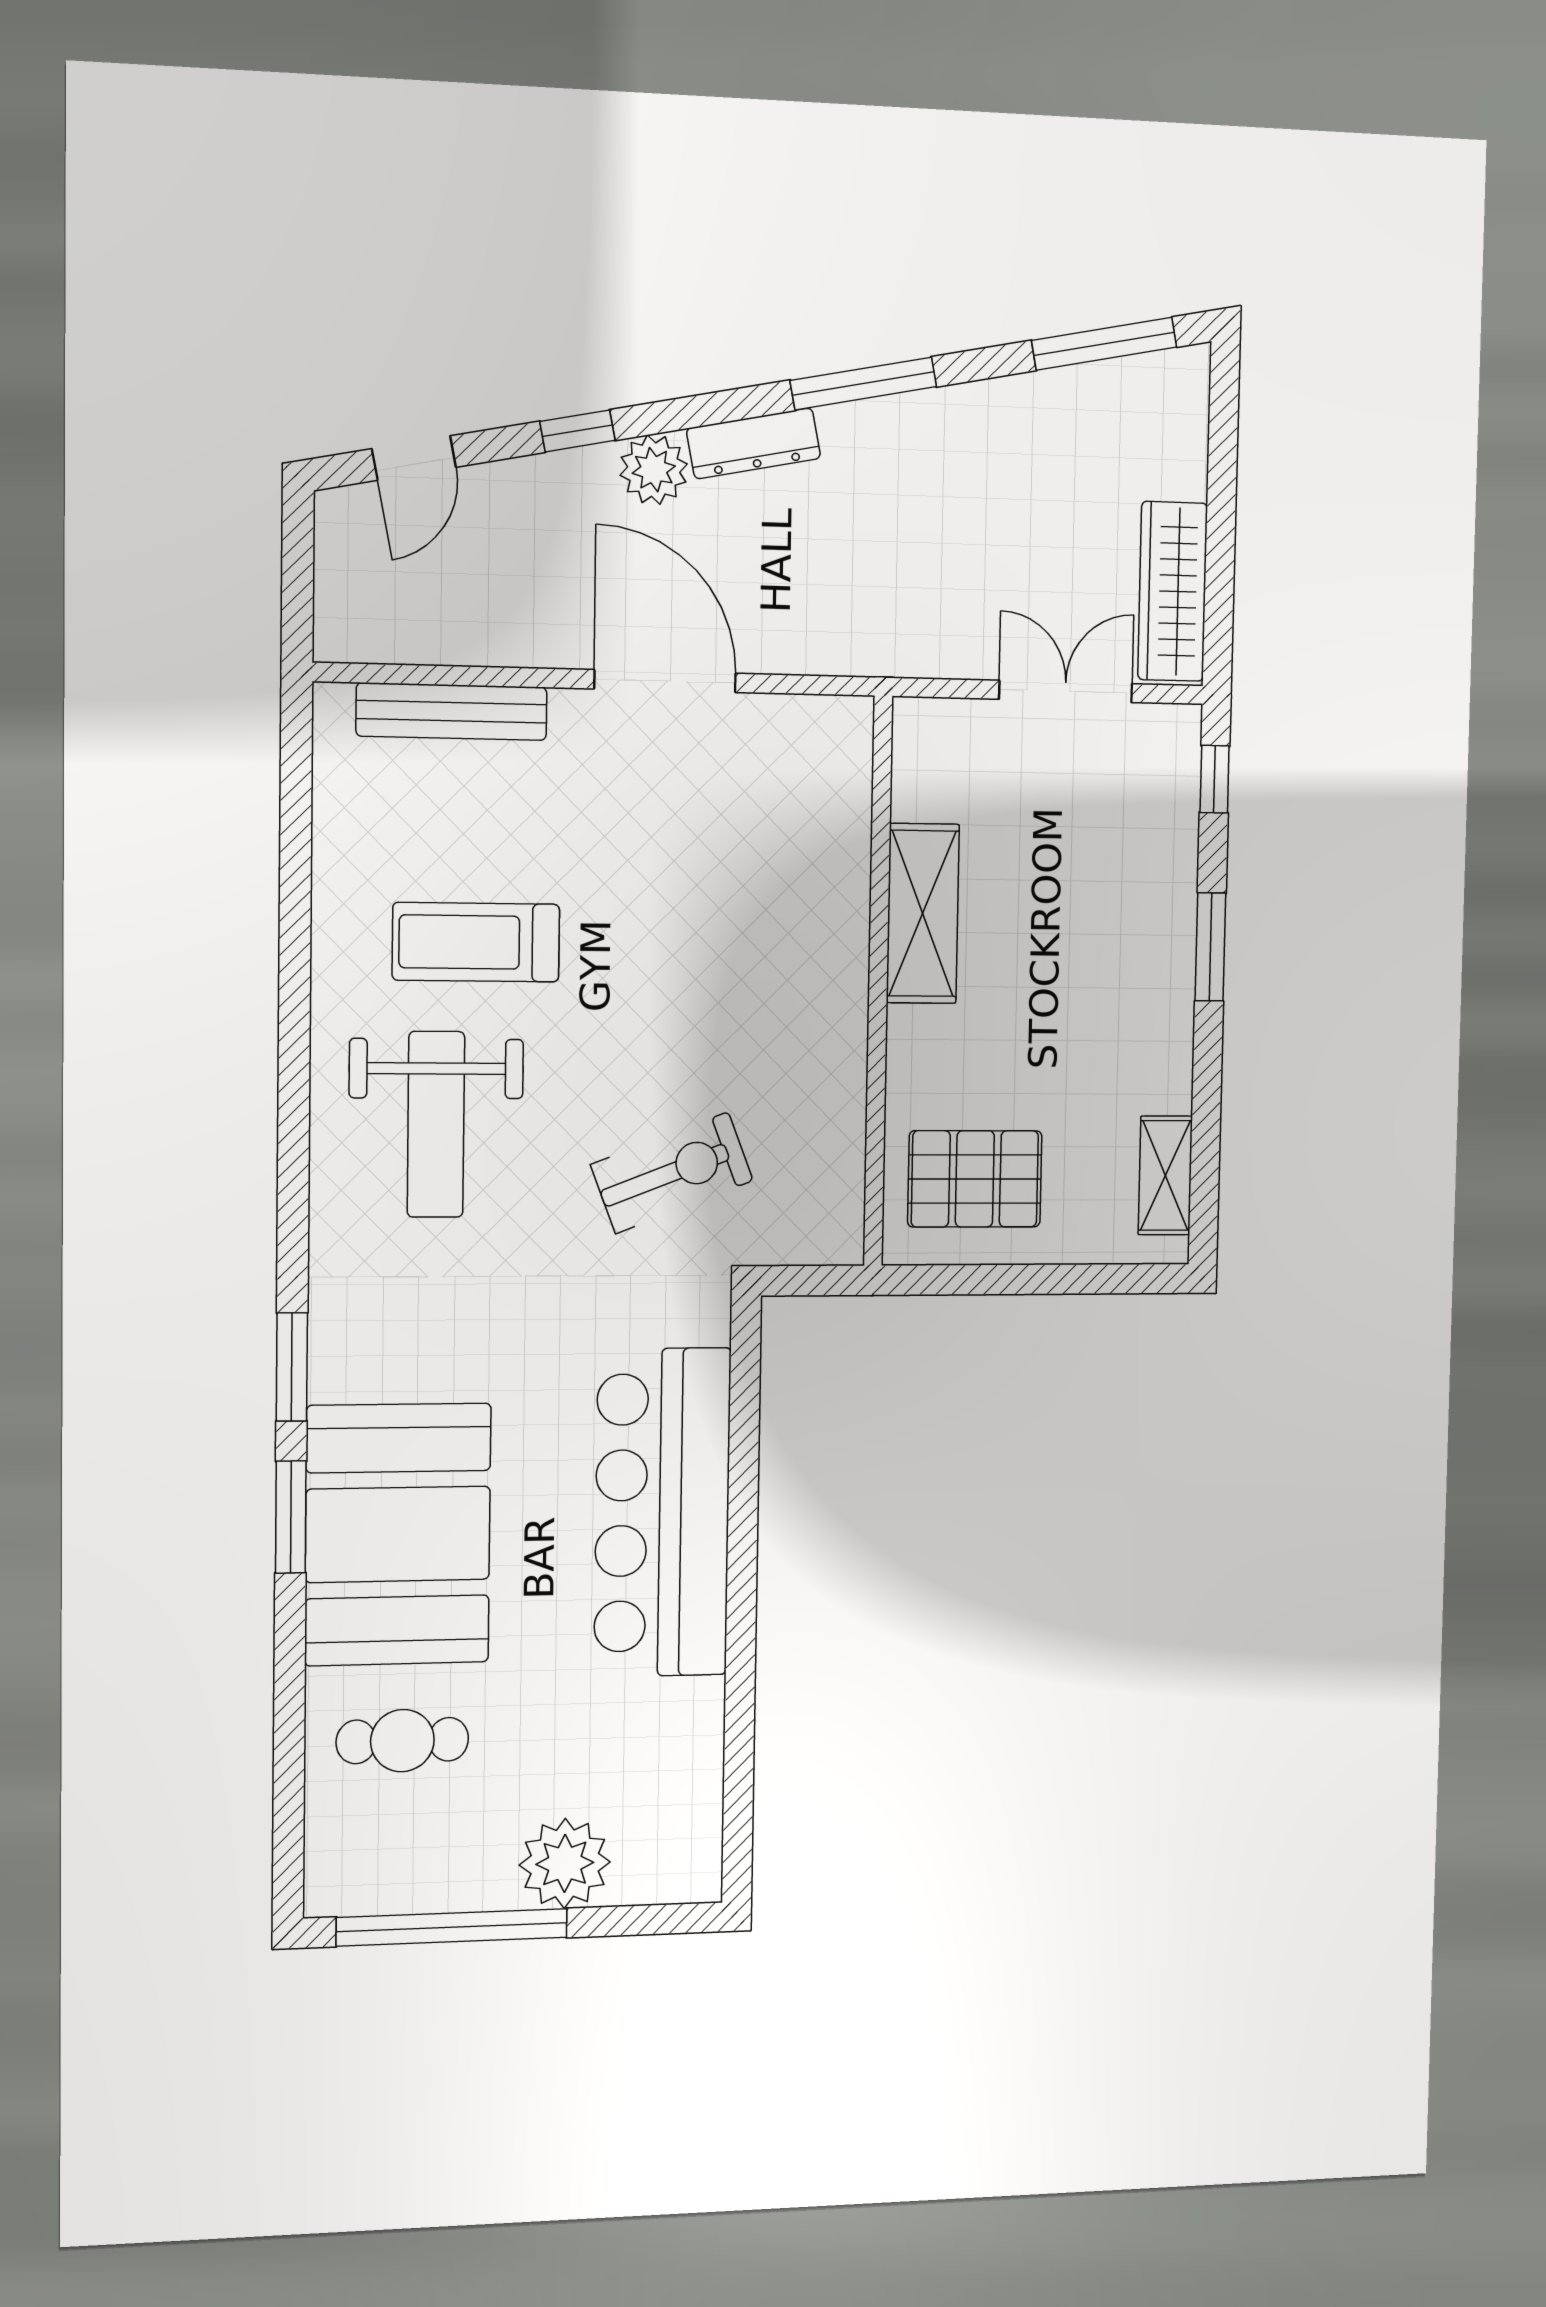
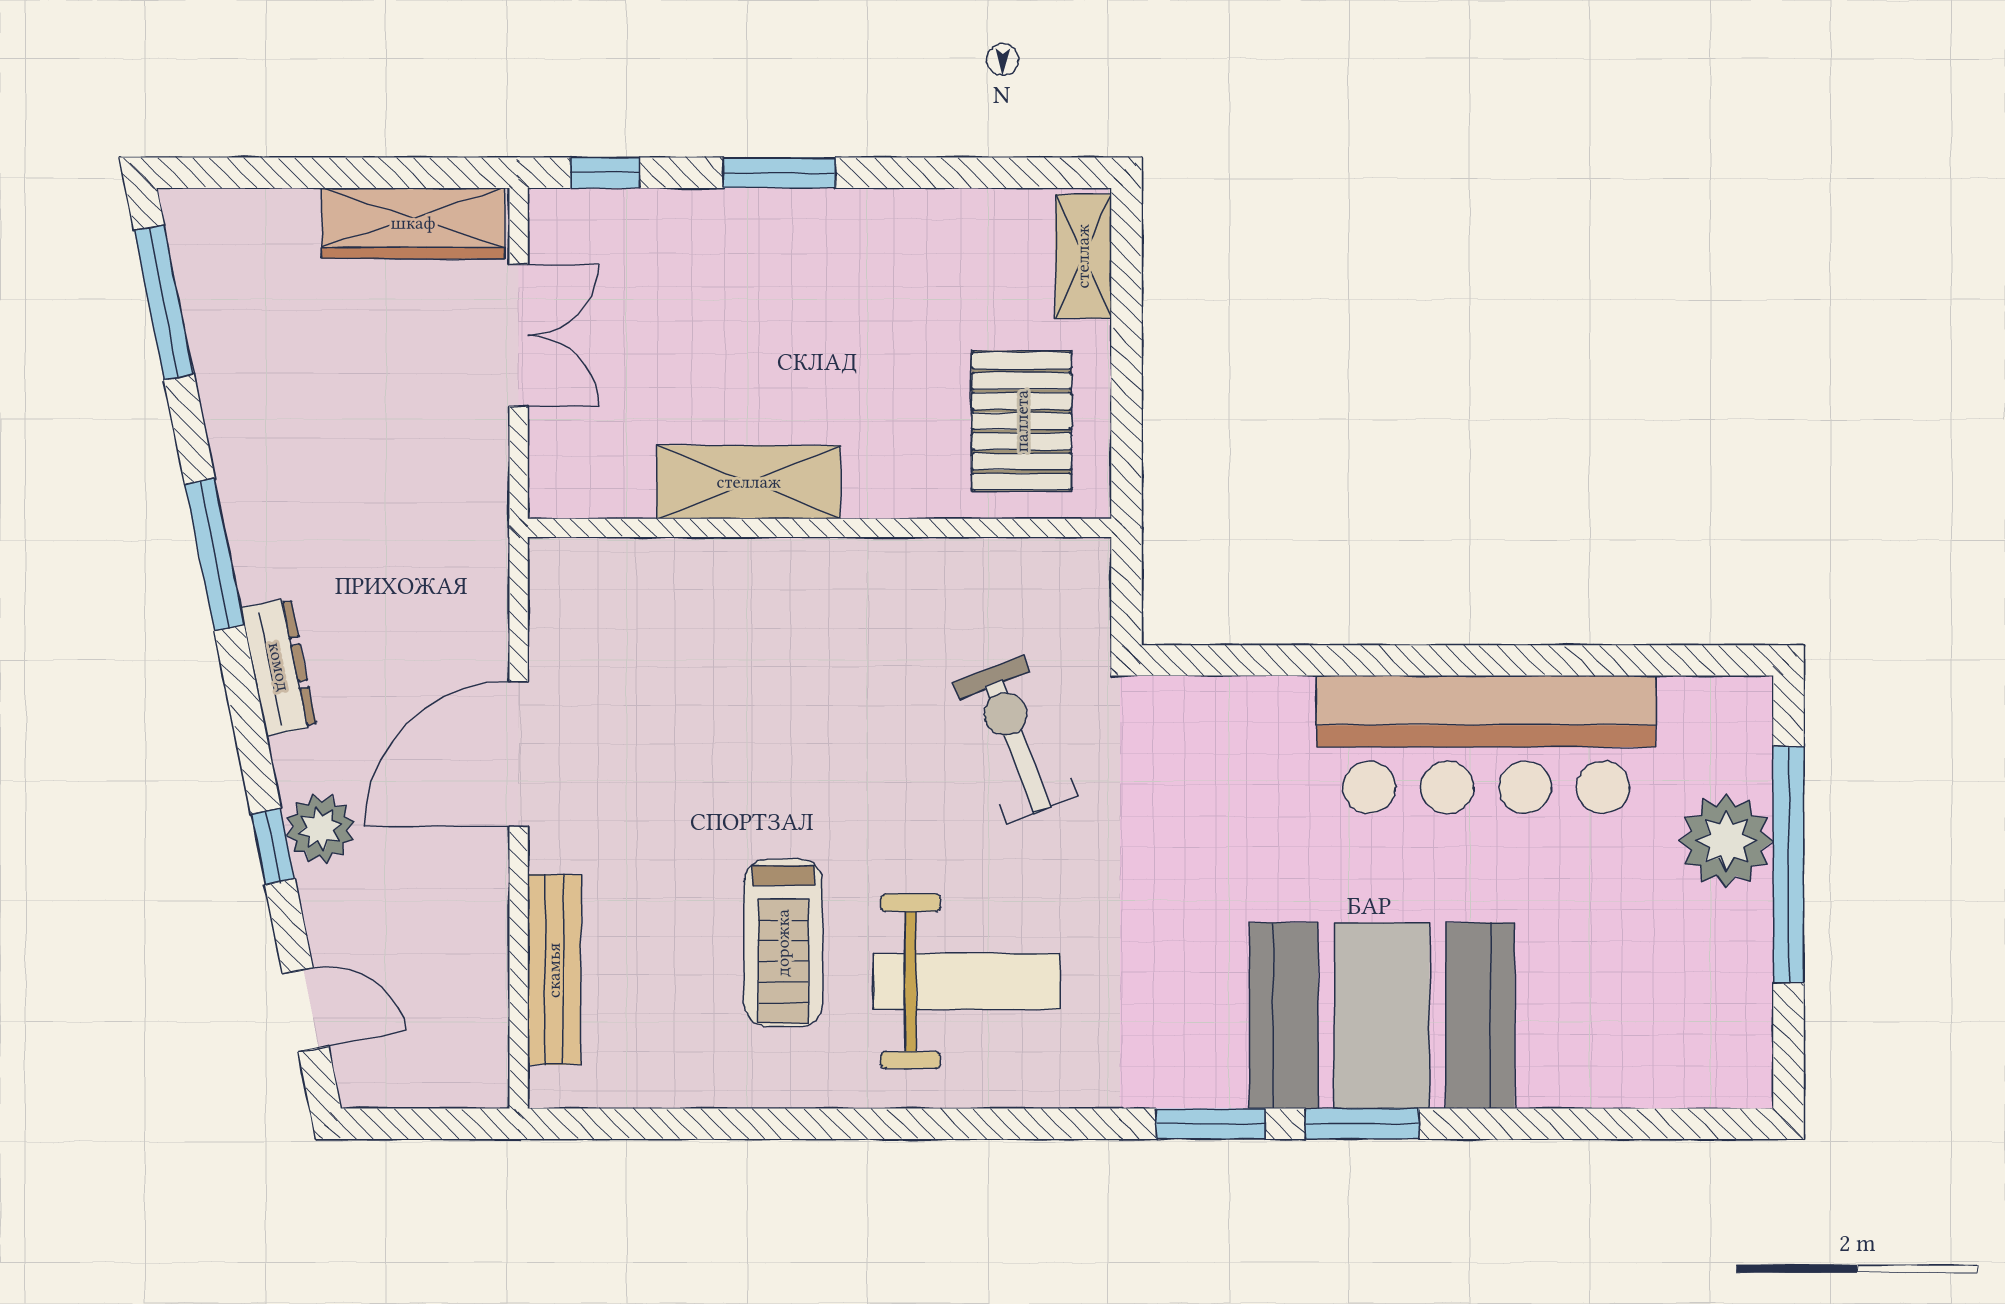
plant: (654, 470) -> (320, 829), moved
double door: (1066, 691) -> (519, 335), swing flipped
shelving: (1165, 1175) -> (1083, 256), moved, turned 90
bar counter: (662, 1513) -> (1486, 744), moved
cafe table: (402, 1741) -> (1593, 1009), removed
window: (452, 1927) -> (1789, 865), moved

